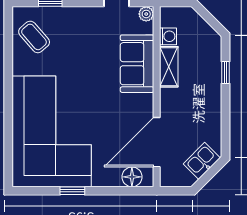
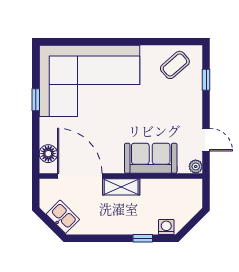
washing machine: (168, 36) -> (166, 227), moved, turned 180
shelving: (169, 67) -> (121, 187), moved

